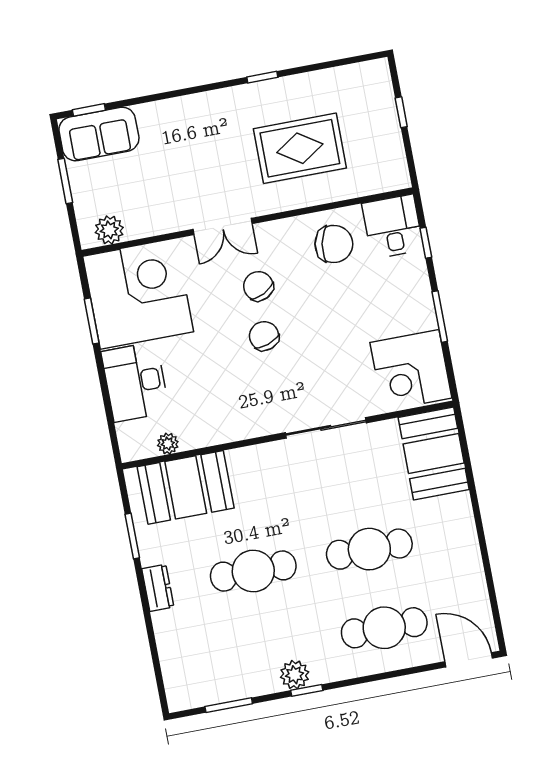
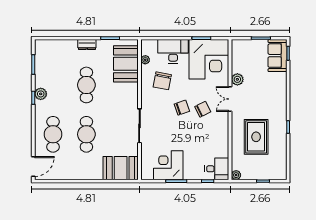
plant: (399, 178) -> (236, 175), added
plant: (109, 230) -> (237, 79), moved
chair: (334, 244) -> (162, 81), moved
corner desk: (411, 370) -> (168, 165), moved

